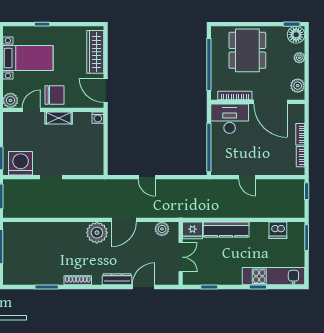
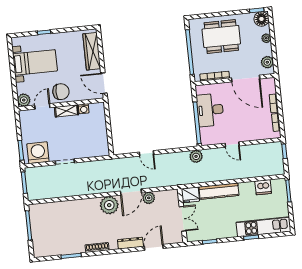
dining table: (247, 50) -> (221, 36), turned 90
washing machine: (98, 118) -> (84, 109), moved
desk: (230, 119) -> (210, 110), moved, turned -90
plant: (204, 186) -> (196, 156), added
plant: (162, 229) -> (149, 198), moved

